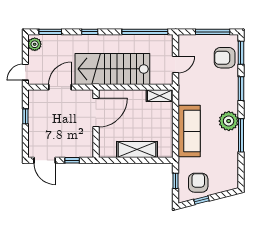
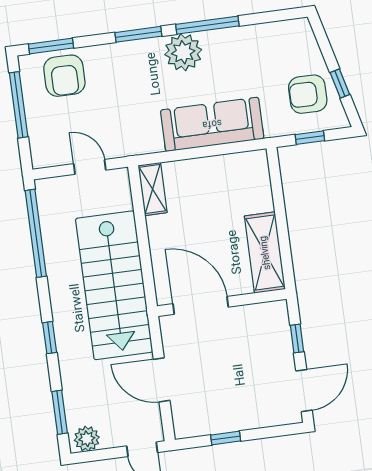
window: (241, 89) -> (138, 34), moved
shelving: (137, 150) -> (265, 253), moved

